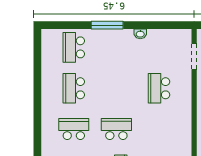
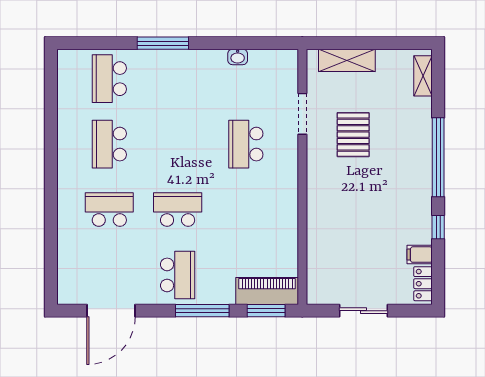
washbasin: (140, 34) -> (238, 57), moved
doorway: (194, 57) -> (302, 114), moved

